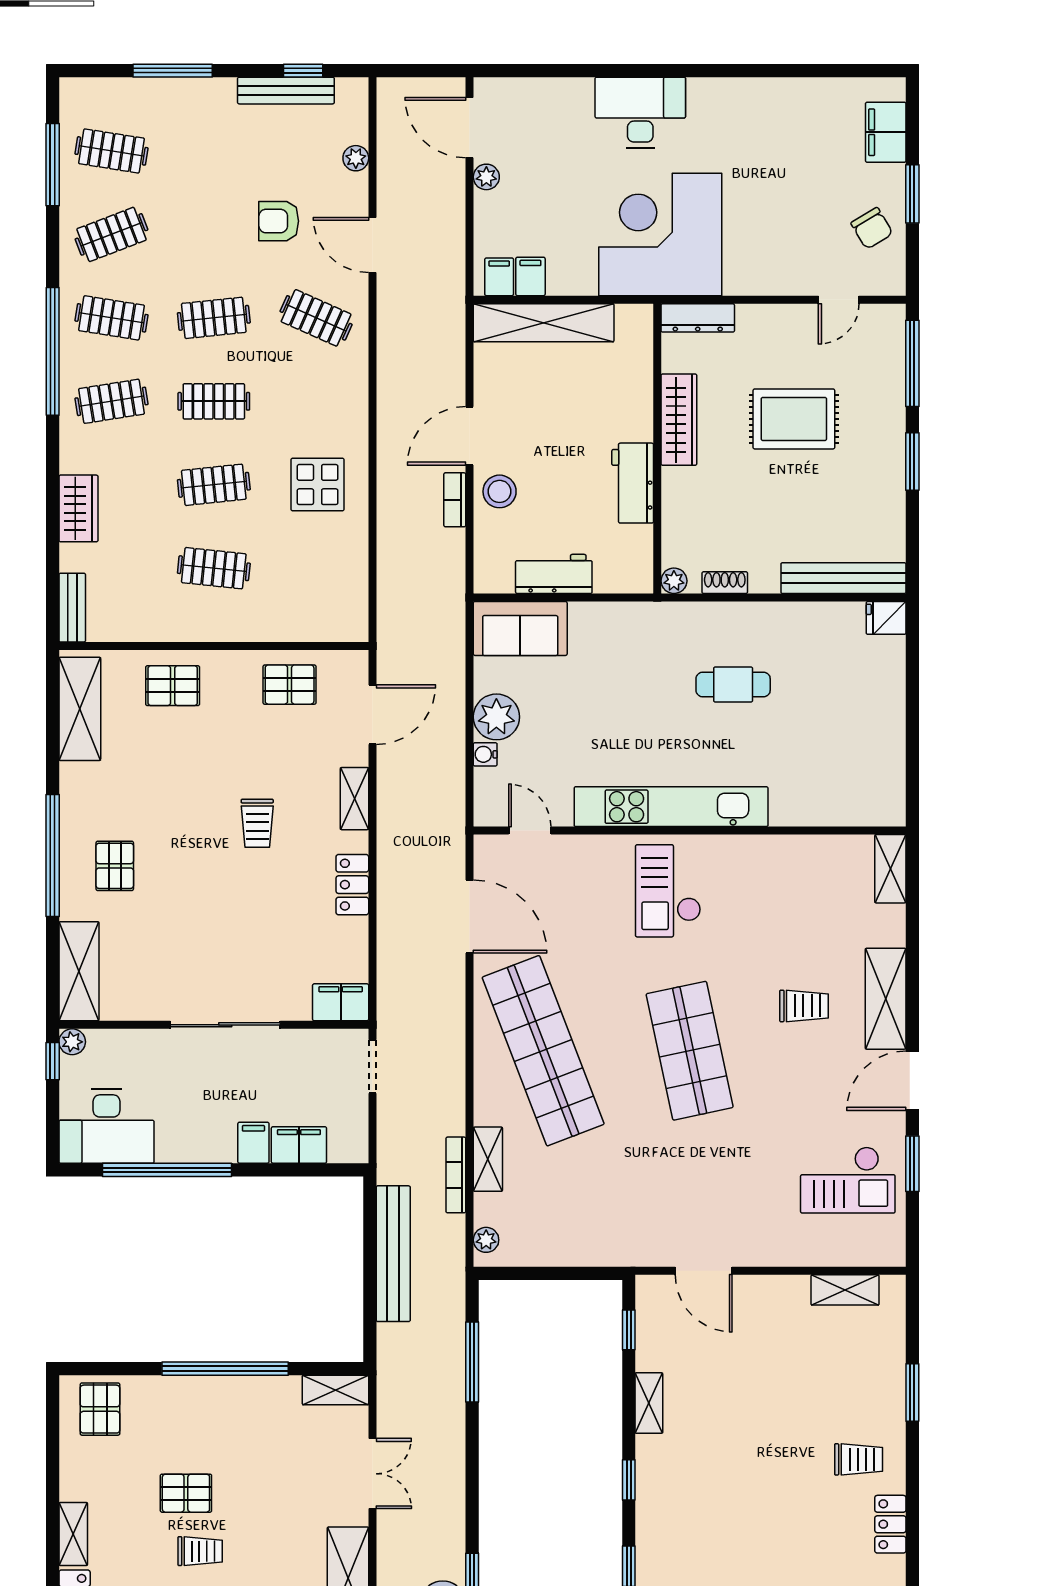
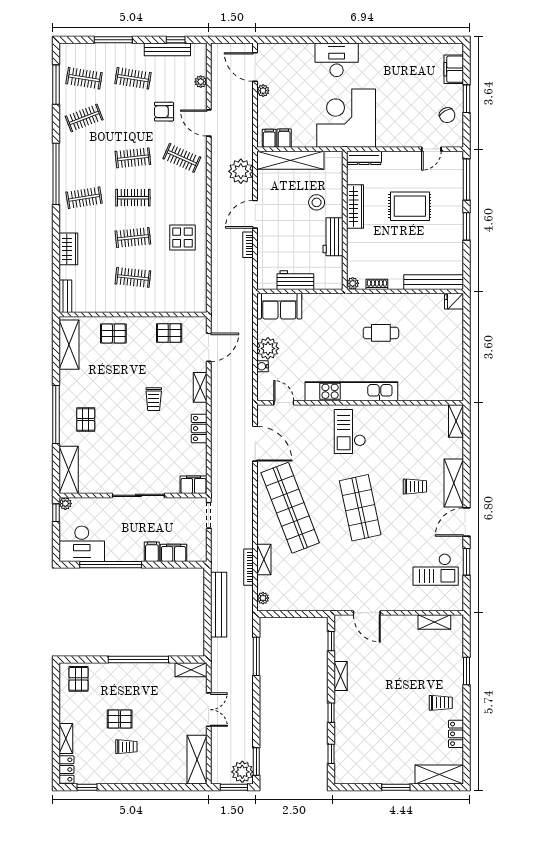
clothes rail: (112, 318) -> (133, 78), moved
plant: (440, 346) -> (241, 171), added
stool: (500, 491) -> (317, 202), moved

